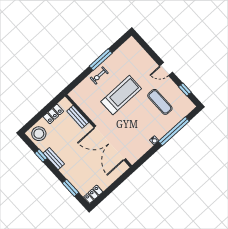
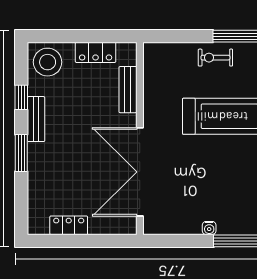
window: (70, 188) -> (21, 153), moved
locker: (93, 194) -> (69, 225), moved

